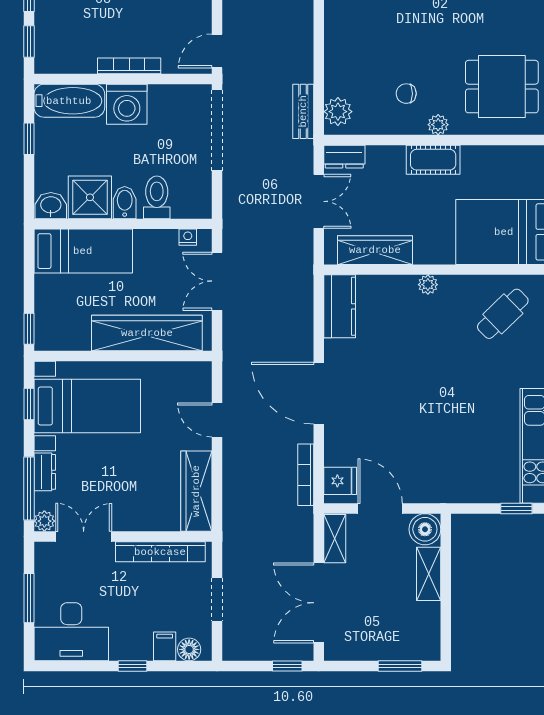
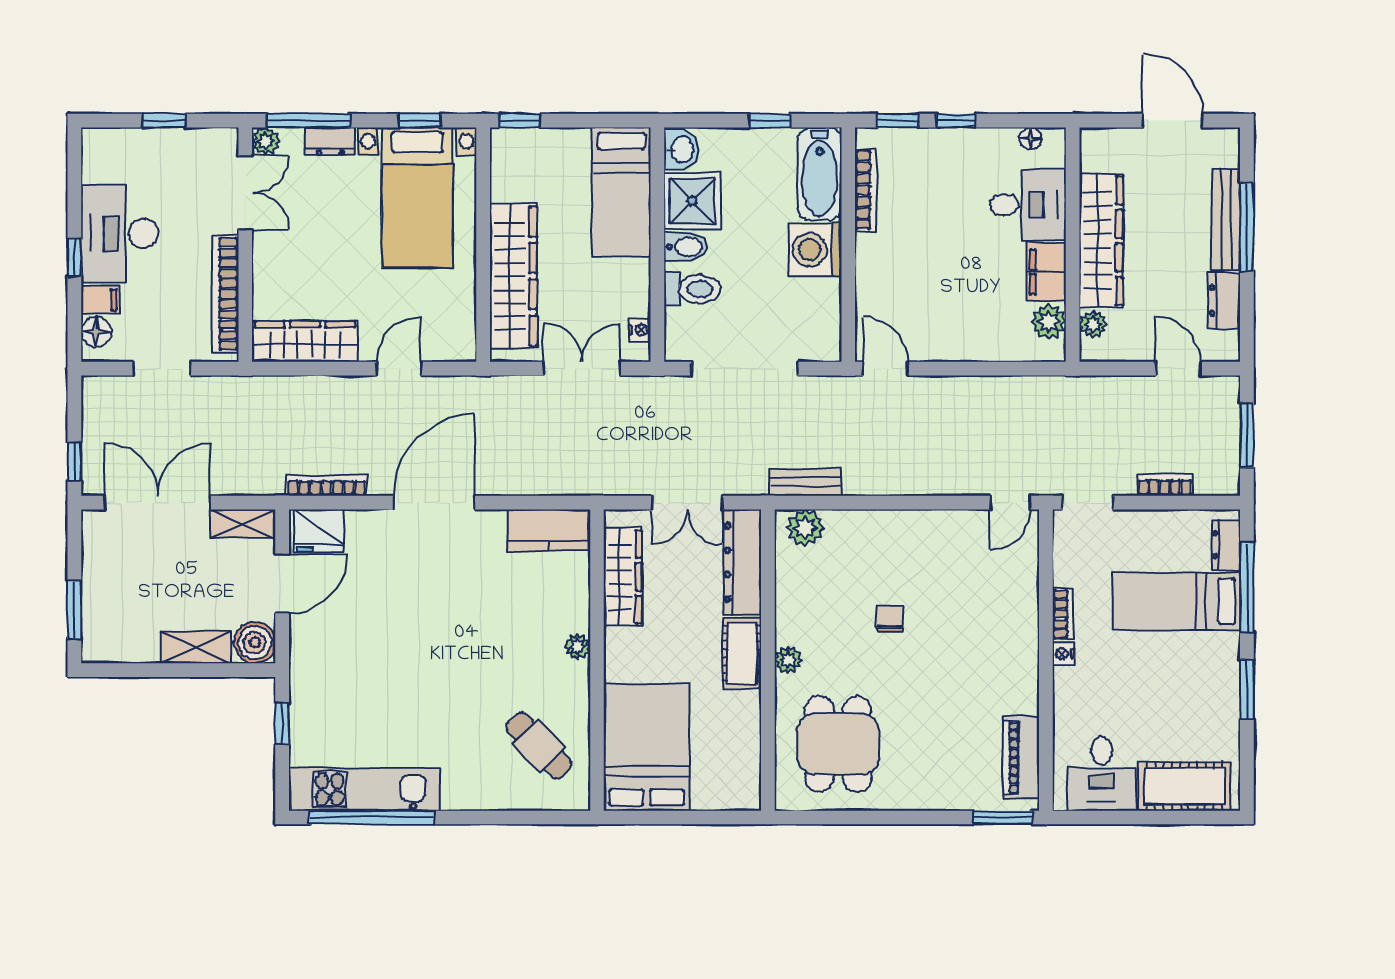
bookcase: (129, 66) -> (866, 190), moved
chair: (406, 94) -> (890, 619), moved
doorway: (217, 130) -> (744, 369), moved
dresser: (344, 157) -> (742, 562), width x1.96, depth x1.24
fridge: (340, 481) -> (318, 531), width x1.38
window: (516, 508) -> (282, 724), moved
window: (29, 598) -> (164, 121), width x0.67
desk: (71, 632) -> (120, 234), moved

